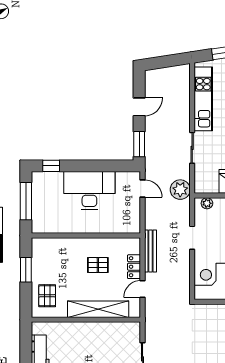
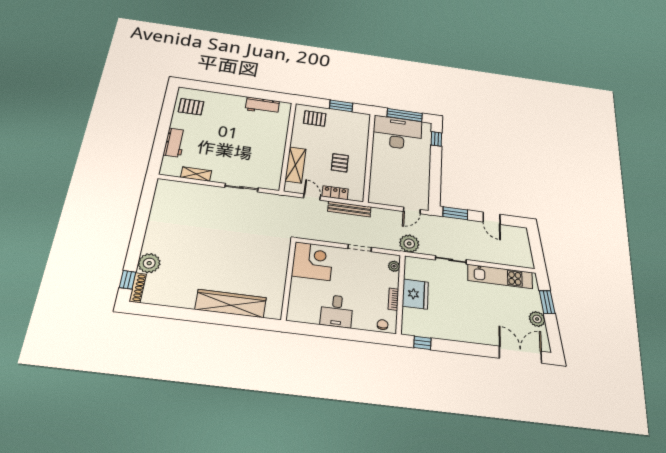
desk: (89, 191) -> (397, 133), moved, turned -90
shelving: (98, 309) -> (296, 165), width x0.68

